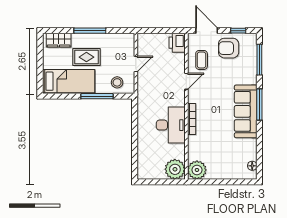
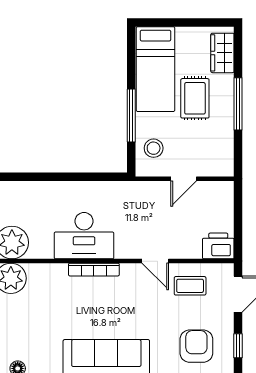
armchair: (229, 48) -> (196, 346), moved
door: (136, 64) -> (184, 179), hinge flipped

